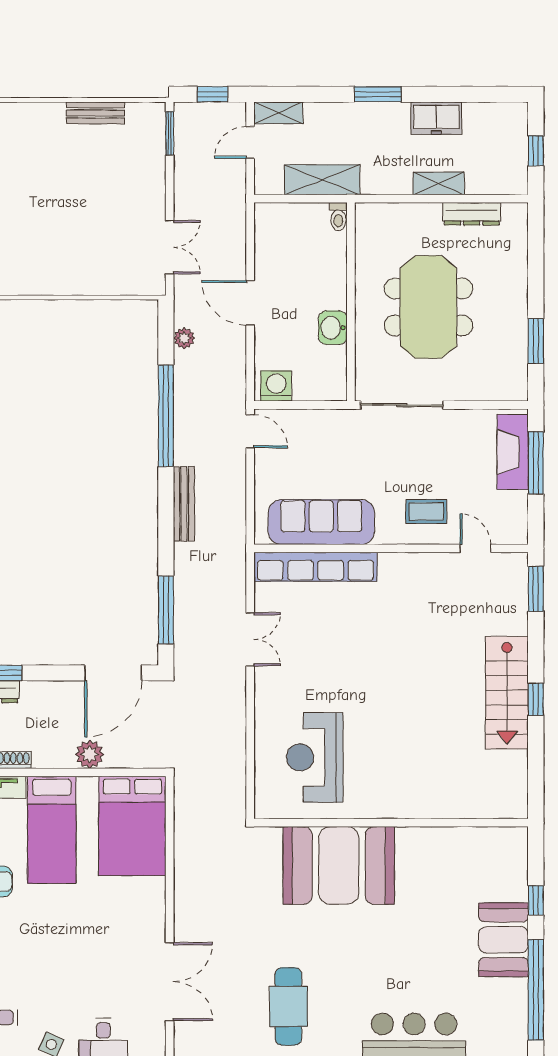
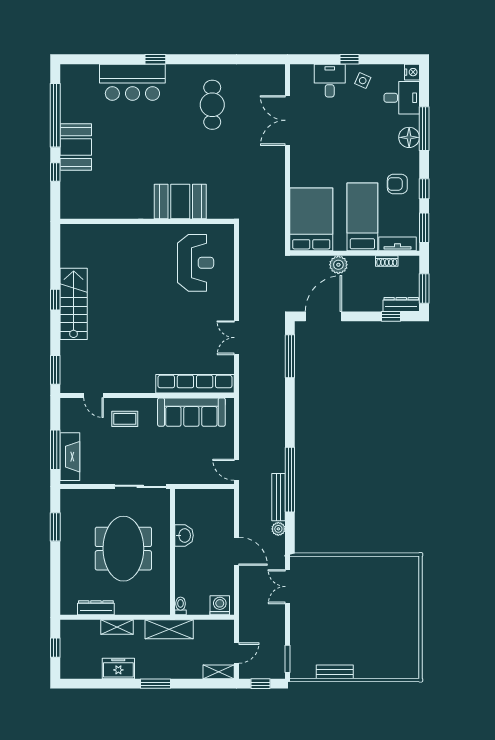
shelving: (322, 180) -> (169, 629), moved
washing machine: (276, 386) -> (220, 605), moved, turned 180
bench: (184, 504) -> (279, 497), moved
booth: (339, 865) -> (180, 202), width x0.73, depth x0.70

